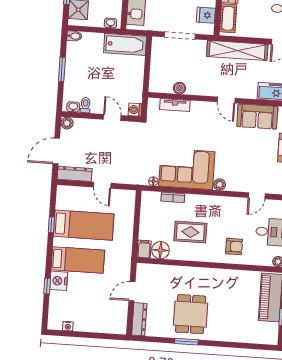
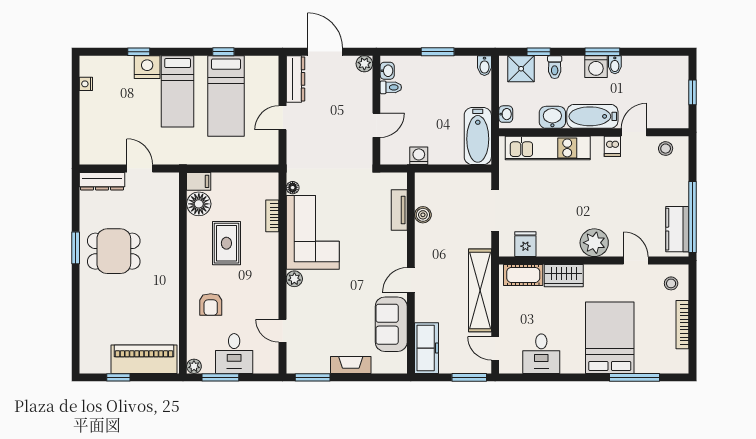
washing machine: (135, 110) -> (419, 156), moved

